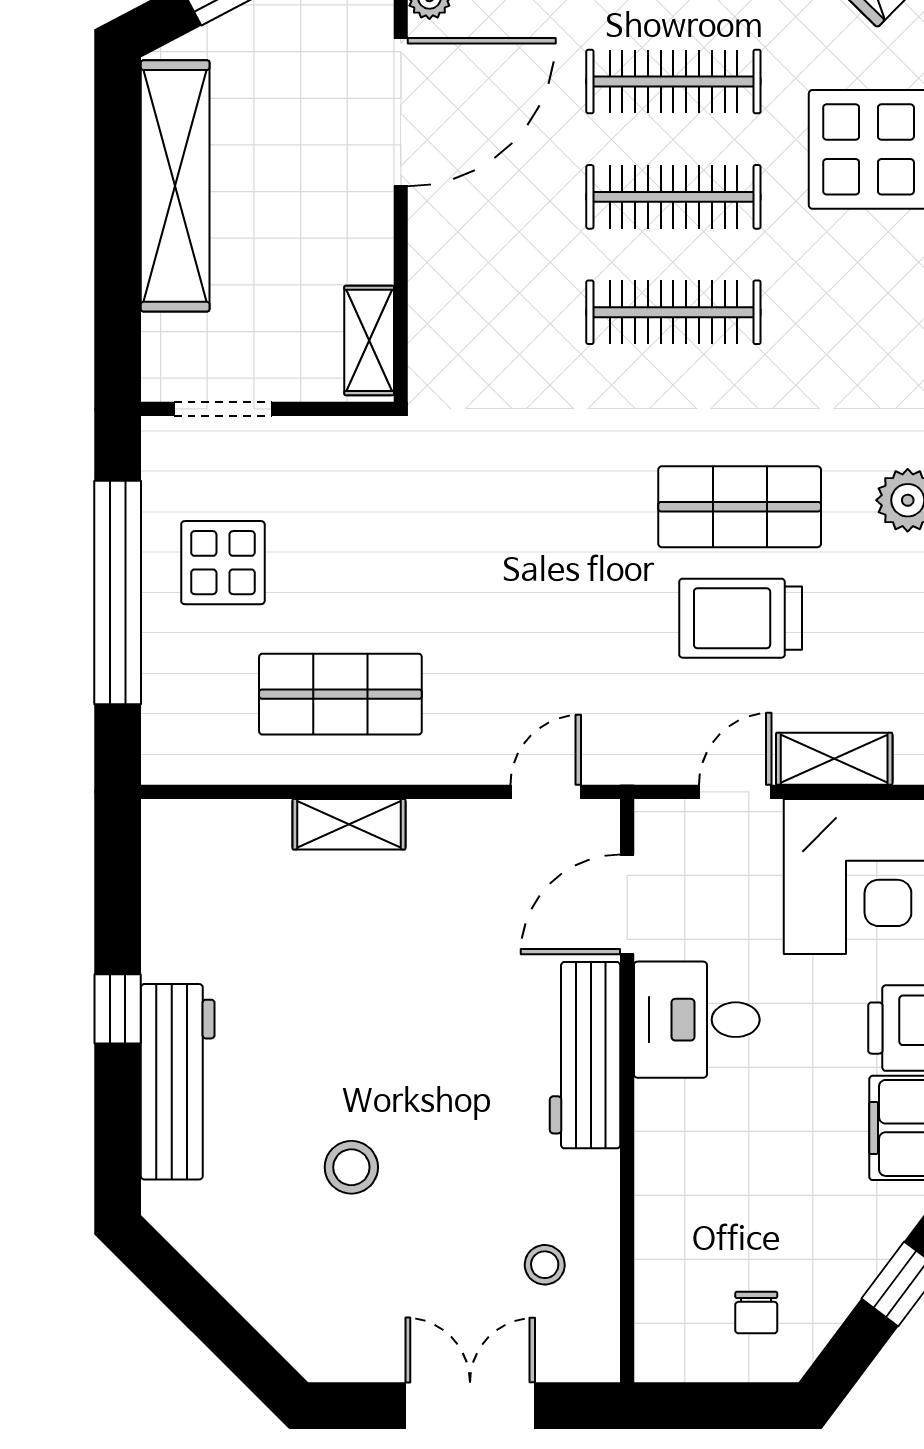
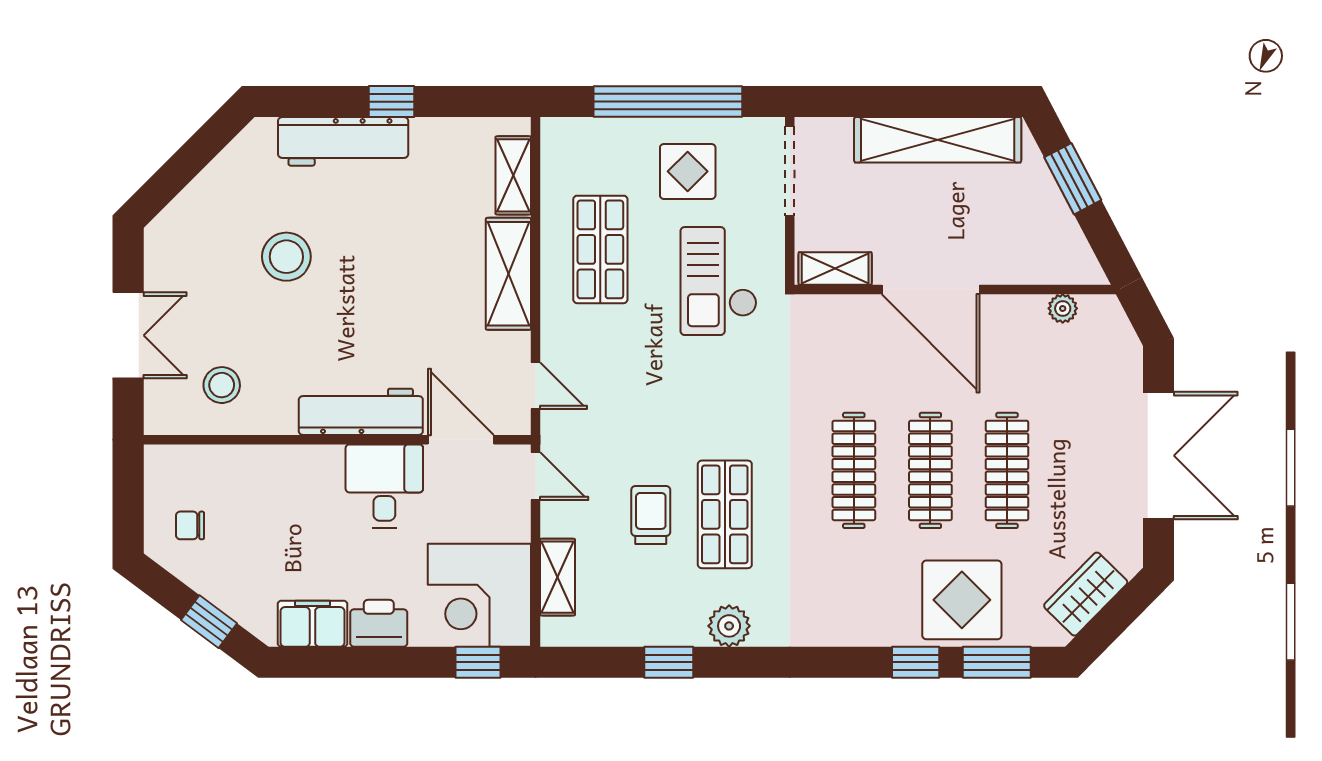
door: (401, 112) -> (931, 289), moved
doorway: (223, 409) -> (790, 171), width x1.38
checkout: (388, 516) -> (719, 281), added
trolley: (741, 618) -> (651, 515), width x0.73, depth x0.72
door: (735, 792) -> (536, 476), moved
shelving: (349, 824) -> (508, 274), width x1.50, depth x1.33
shelving: (229, 825) -> (513, 175), added
stool: (351, 1167) -> (286, 257), width x1.38, depth x1.38
stool: (545, 1265) -> (222, 385), width x1.37, depth x1.37

